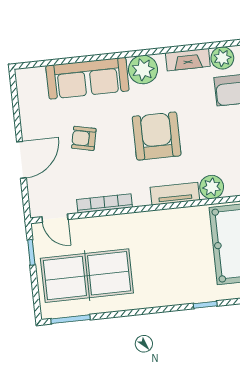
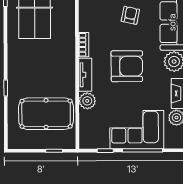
bookcase: (104, 203) -> (84, 45), moved, width x0.64

